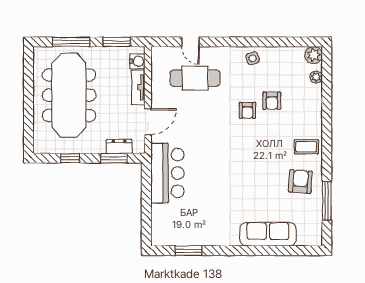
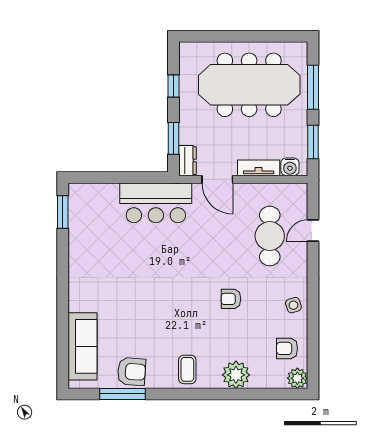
plant: (316, 77) -> (236, 375), moved, width x1.87, depth x1.87
armchair: (272, 101) -> (287, 348), moved
dresser: (119, 147) -> (188, 161), moved
armchair: (300, 181) -> (132, 372), moved
sofa: (268, 234) -> (82, 346), moved
window: (189, 251) -> (63, 212), moved

